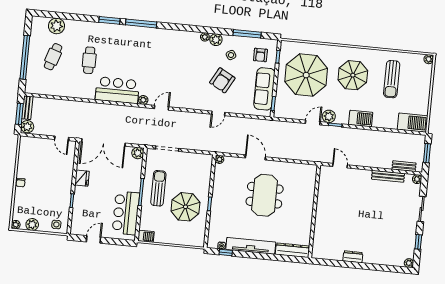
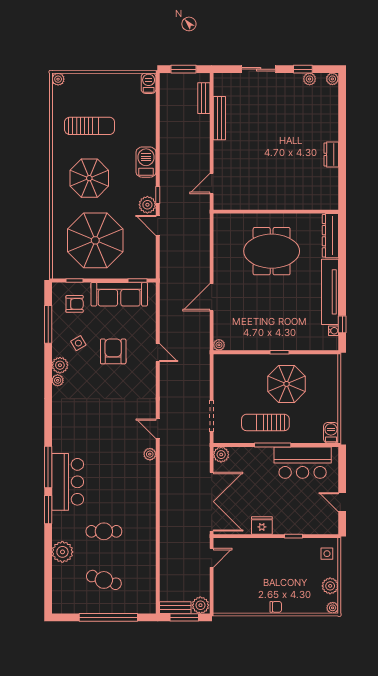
plant: (56, 26) -> (62, 552), moved
armchair: (222, 80) -> (113, 351), turned -119
bar counter: (117, 90) -> (68, 482), moved, turned 180
barbecue: (413, 123) -> (149, 83), width x0.53, depth x0.65
plant: (417, 179) -> (310, 79), moved
meeting table: (265, 195) -> (272, 251), moved

